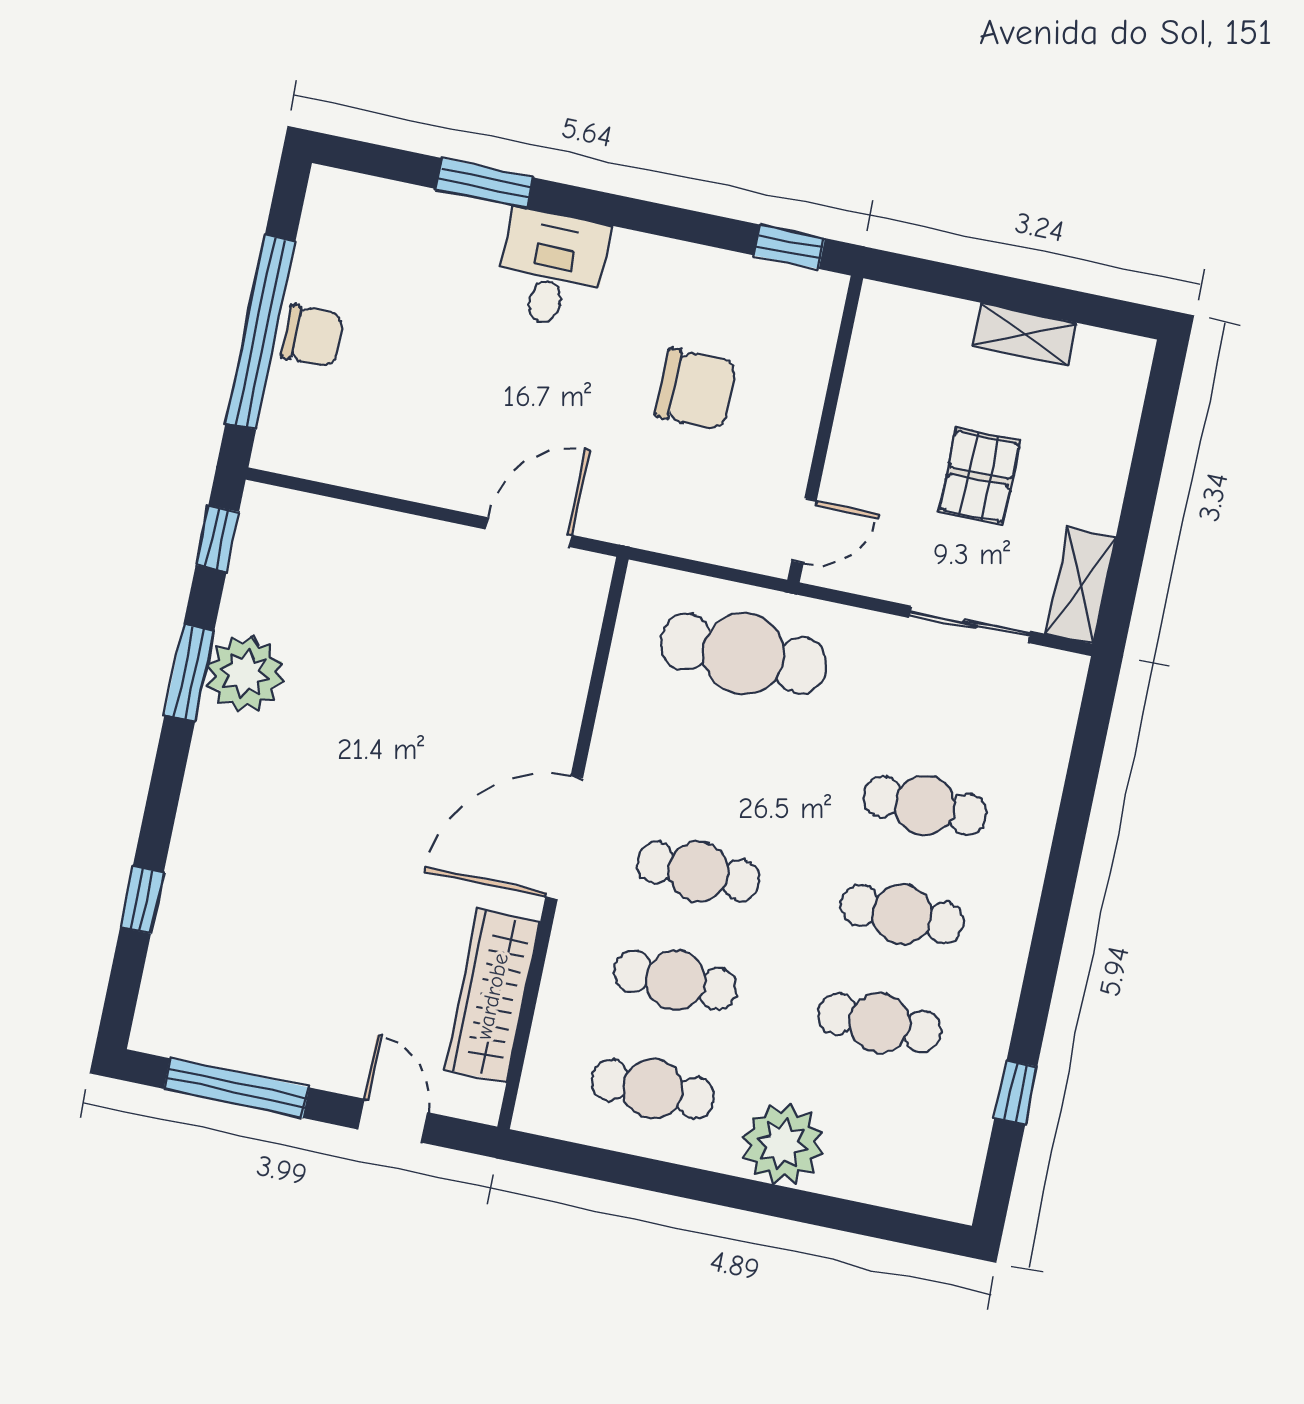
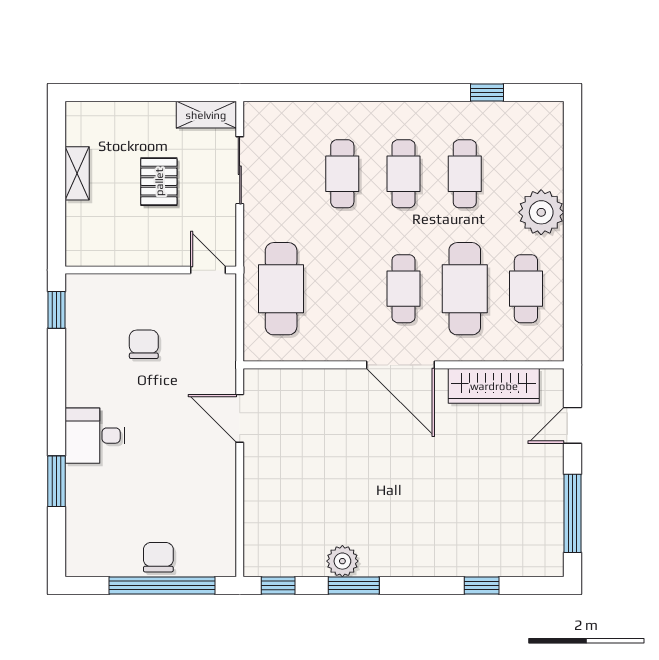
chair: (696, 389) -> (144, 344), width x0.73, depth x0.73
pallet: (979, 476) -> (159, 182), turned 90
plant: (245, 674) -> (342, 561), width x0.73, depth x0.73
cafe table: (675, 980) -> (465, 289), width x1.37, depth x1.35

